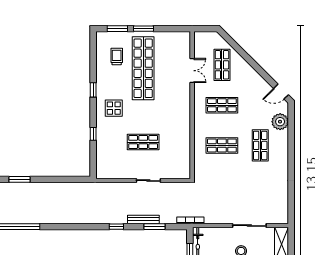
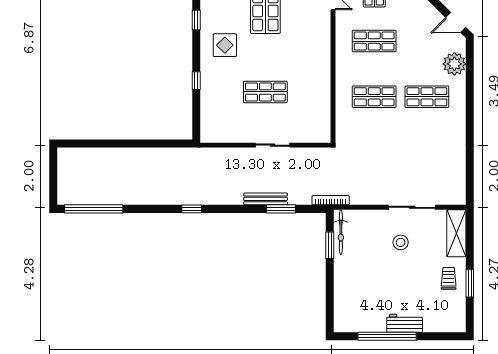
shop shelf: (260, 145) -> (427, 97), turned 90
window: (20, 179) -> (95, 144), removed
window: (116, 227) -> (192, 209), moved

